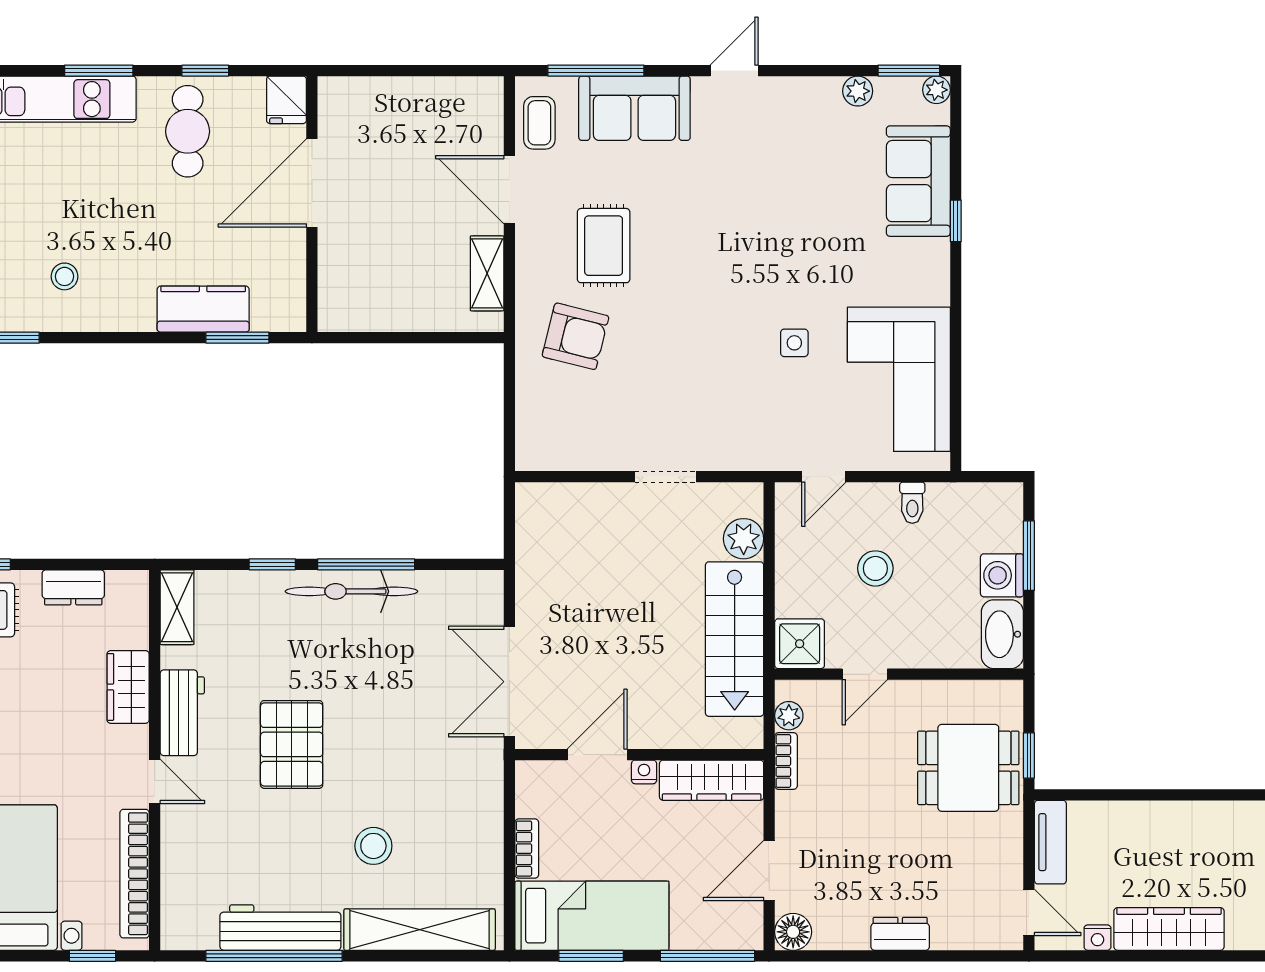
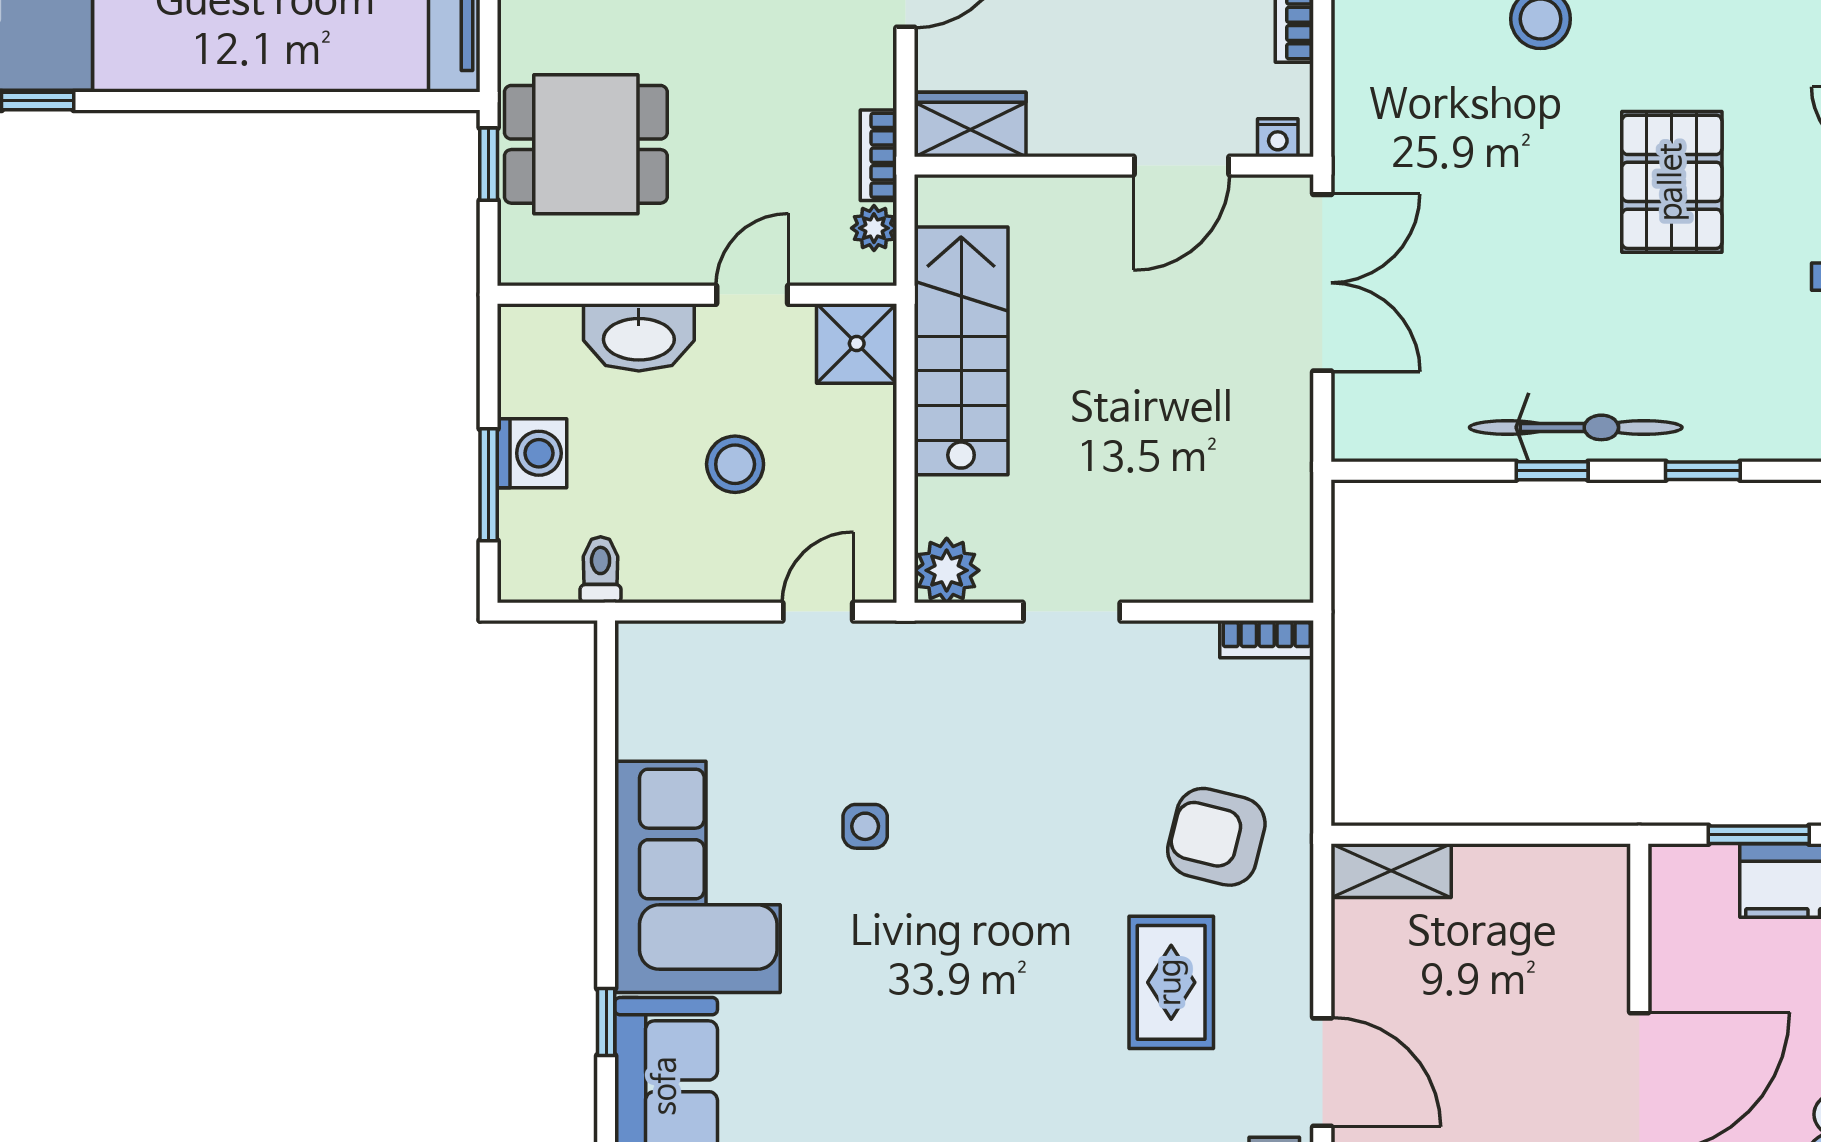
shelving: (487, 273) -> (1391, 871), moved, turned 90
corner sofa: (899, 379) -> (698, 877), moved
bookcase: (544, 459) -> (1267, 639), added
toilet: (912, 503) -> (601, 570), moved
plant: (744, 539) -> (947, 570), moved
window: (366, 564) -> (1552, 471), width x0.46
washbasin: (1002, 634) -> (639, 337), moved, turned 90
nightstand: (644, 772) -> (1278, 138), moved
wardrobe: (712, 780) -> (970, 124), width x0.67

